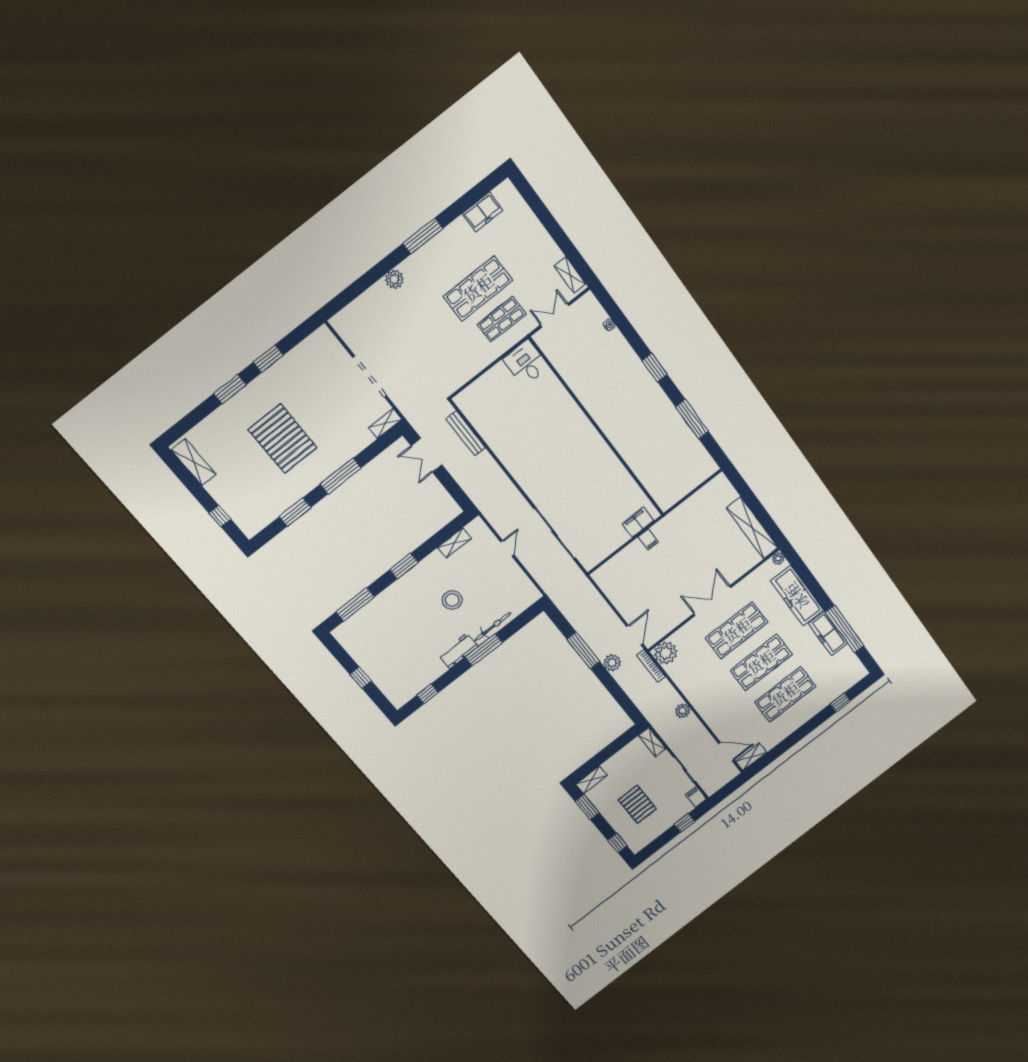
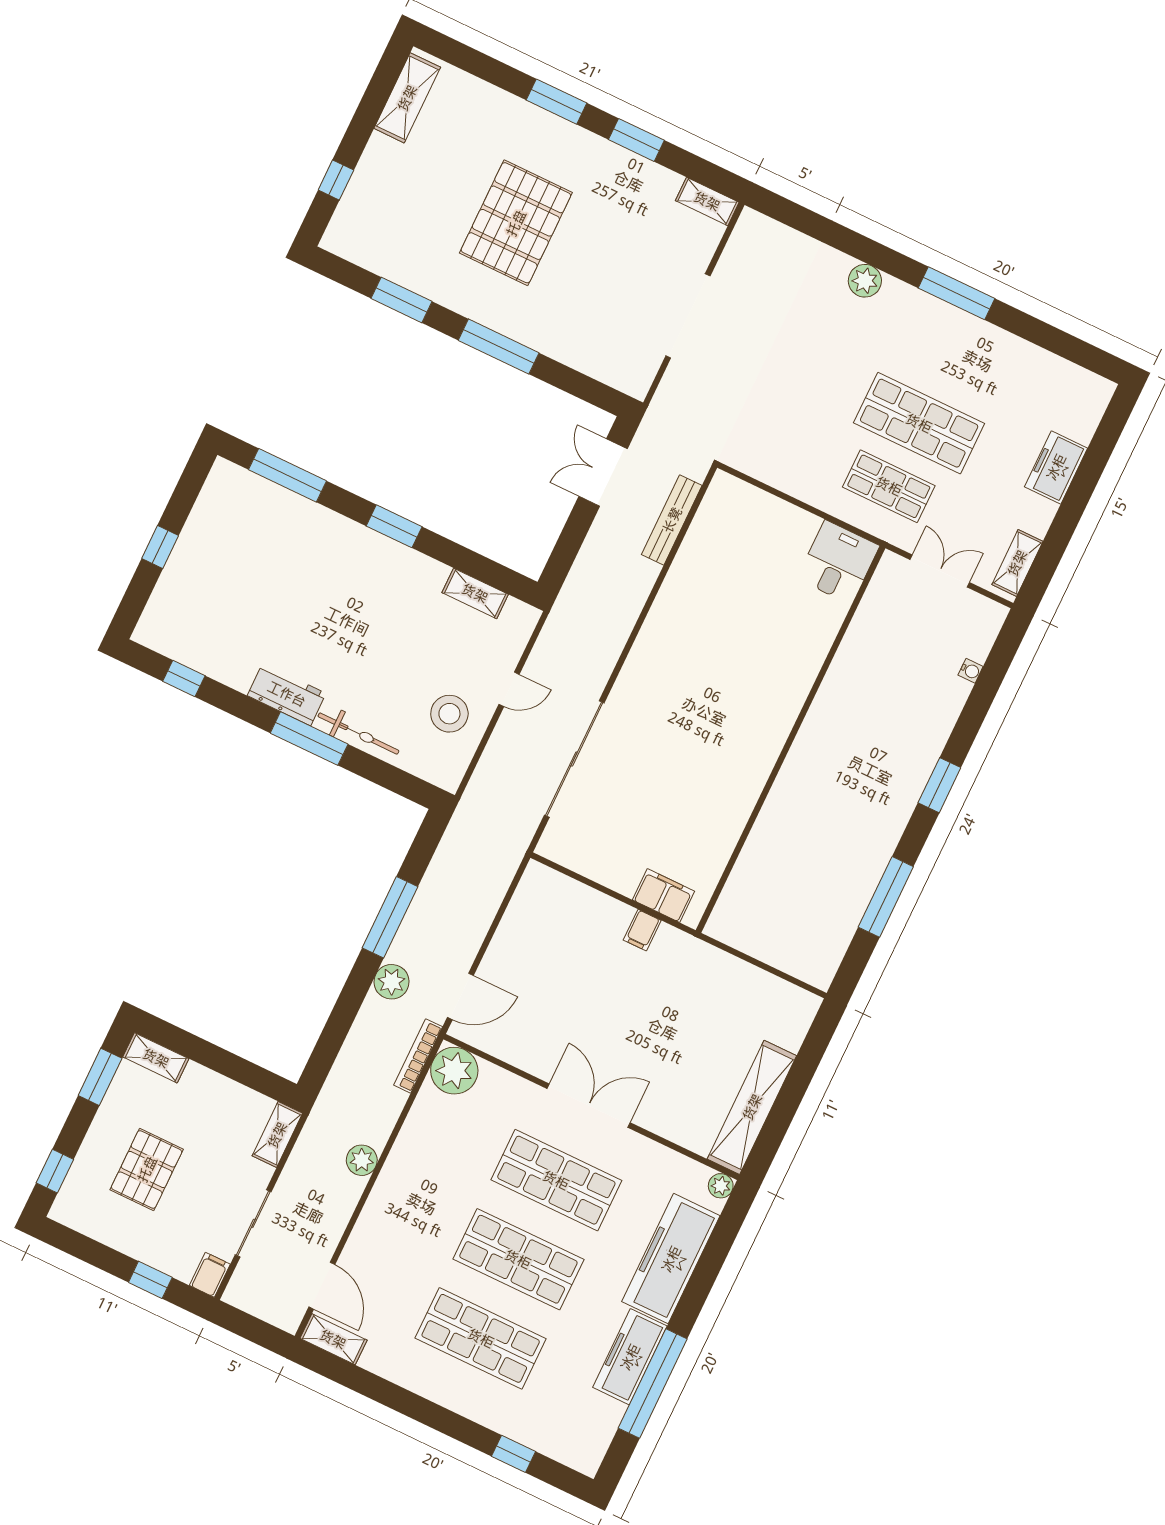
freezer: (483, 212) -> (1056, 467), moved, turned 90
shelving: (385, 424) -> (707, 201), moved
stool: (452, 600) -> (449, 714), moved

